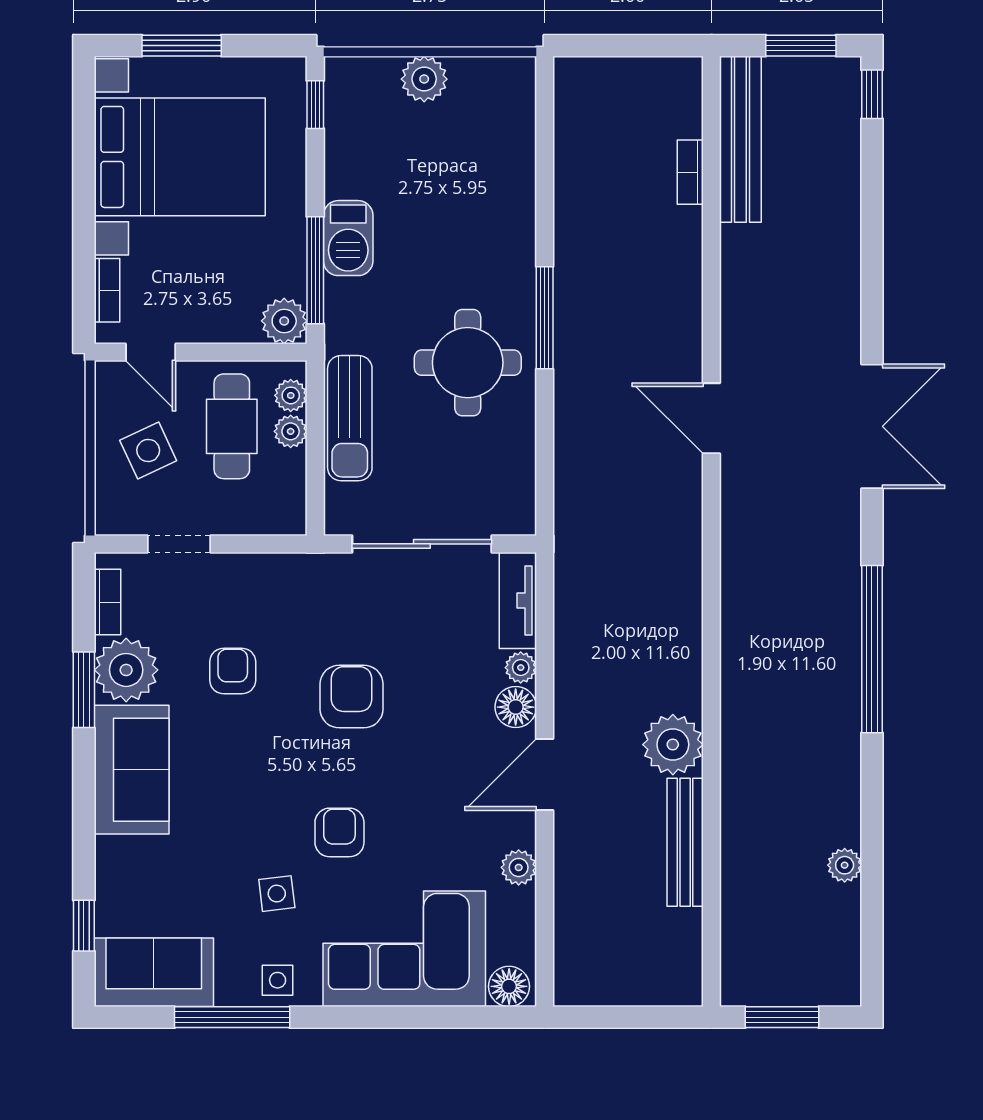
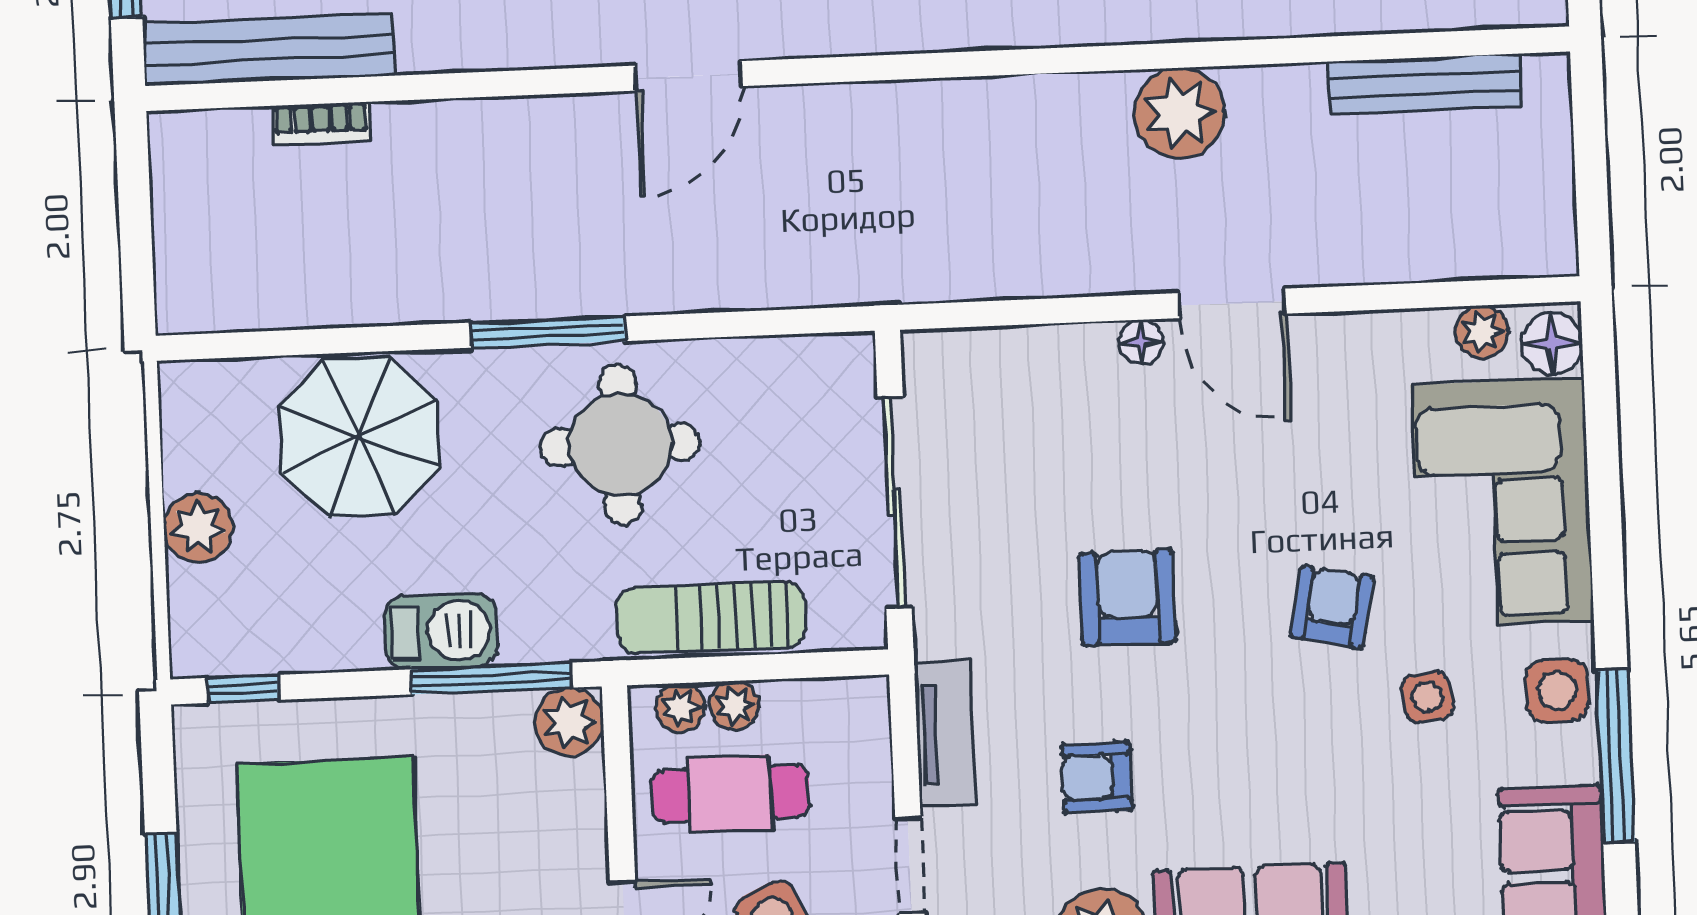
parasol: (480, 189) -> (359, 437), added
sun lounger: (350, 418) -> (711, 618), turned 180
tv unit: (518, 600) -> (944, 734), moved, turned -90
plant: (521, 668) -> (1074, 346), removed
armchair: (352, 697) -> (1128, 597), turned 90
floor lamp: (516, 707) -> (1141, 342), width x0.73, depth x0.73
armchair: (339, 832) -> (1332, 607), turned 101
bench: (685, 842) -> (1425, 84), moved
plant: (519, 867) -> (1482, 332), moved
side table: (278, 980) -> (1557, 690), width x1.37, depth x1.37

